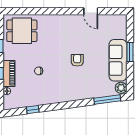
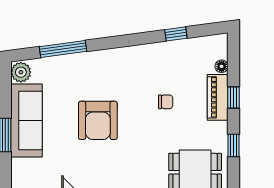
armchair: (77, 60) -> (98, 120), width x1.88, depth x1.88
window: (107, 100) -> (63, 49), moved

